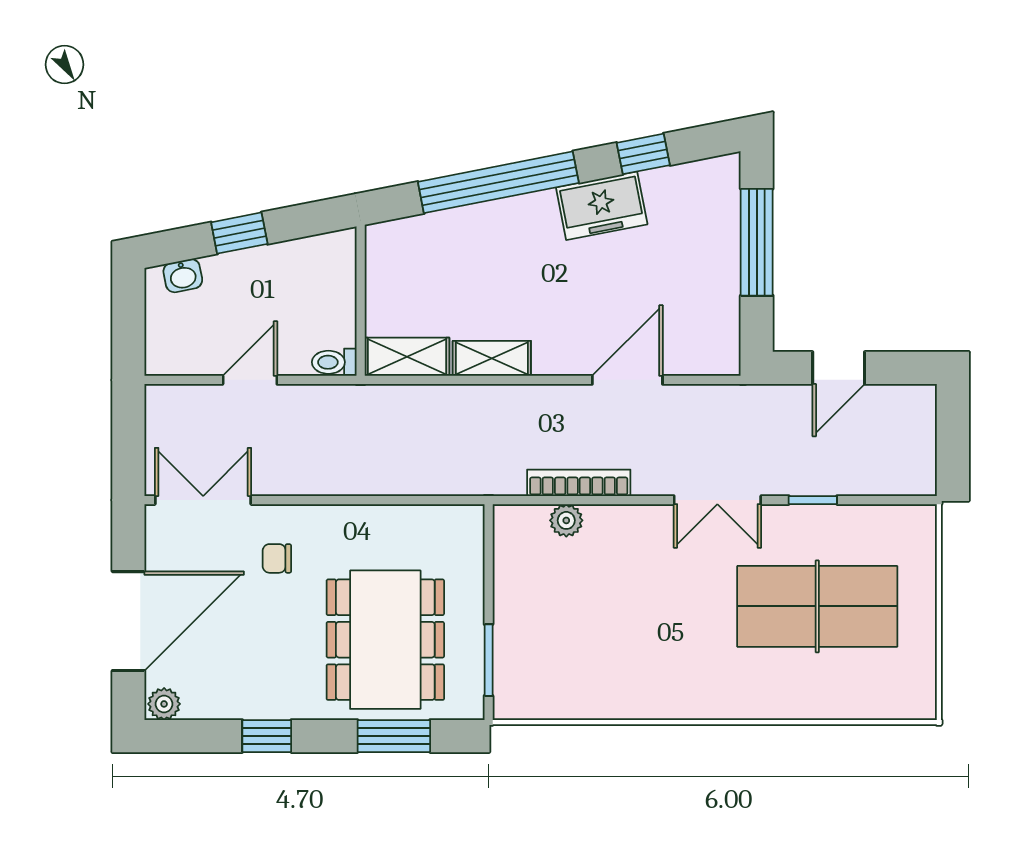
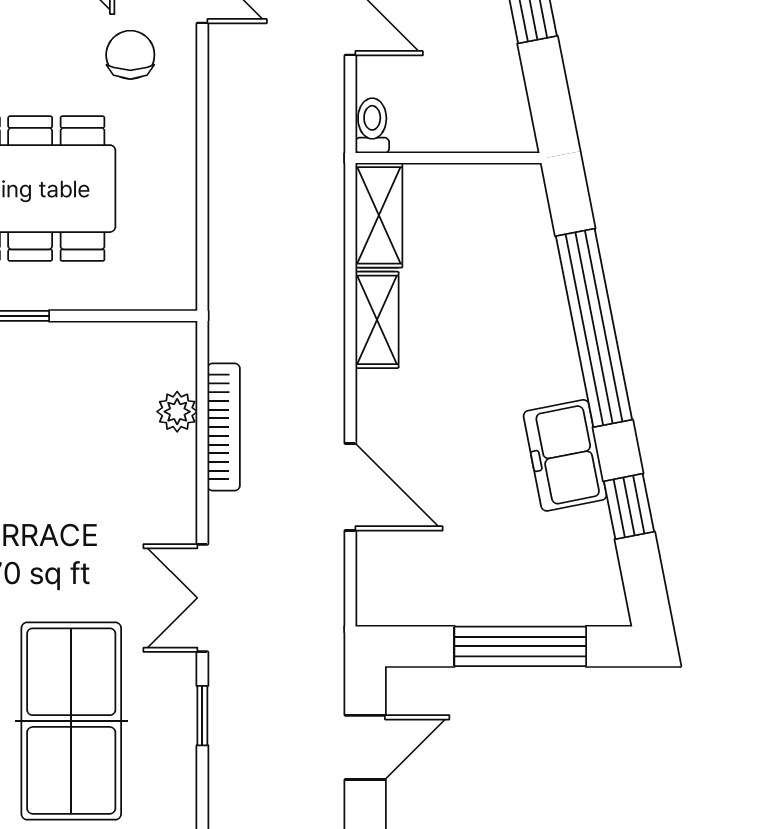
door: (839, 368) -> (365, 747), swing flipped
chair: (277, 558) -> (130, 55), width x1.37, depth x1.37

